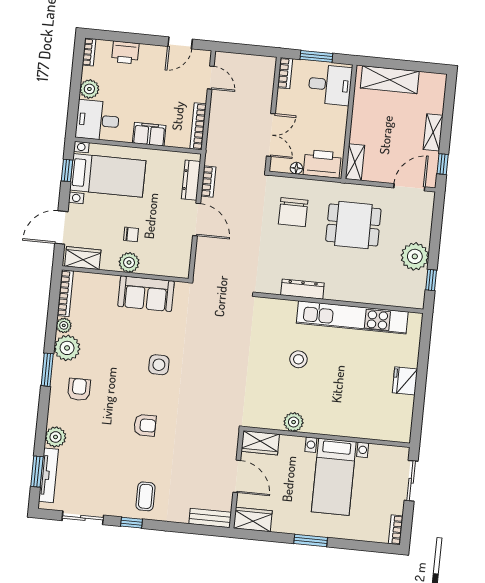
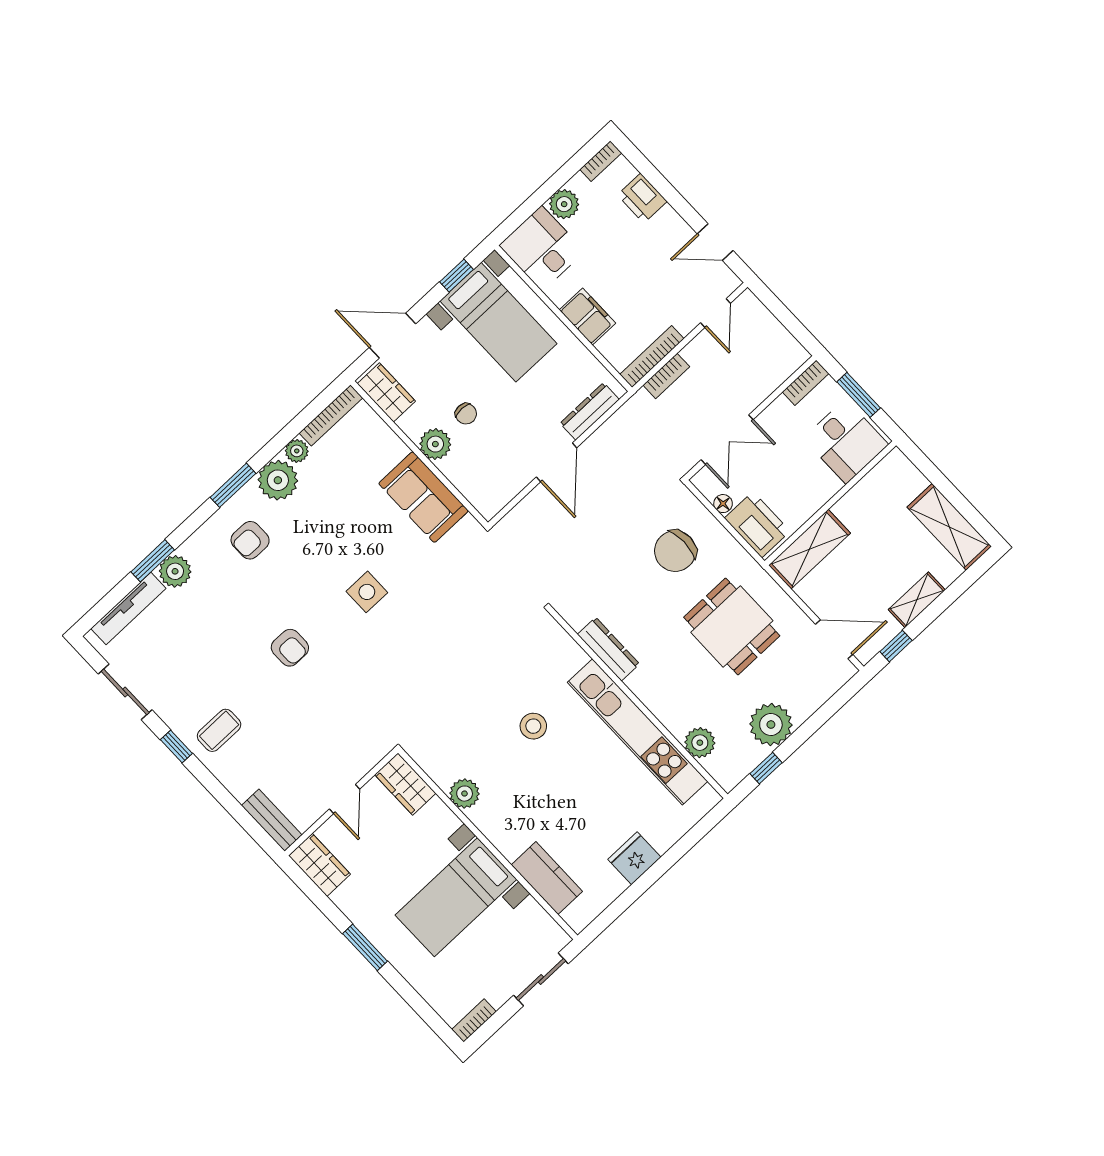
shelving: (390, 80) -> (949, 527), moved
shelving: (355, 162) -> (809, 549), width x1.50, depth x1.33
bookcase: (208, 181) -> (666, 376), moved
plant: (388, 296) -> (700, 743), added
armchair: (79, 389) -> (250, 540), turned 180
kitchen counter: (370, 428) -> (547, 878), added
window: (37, 472) -> (153, 561), moved
door: (237, 476) -> (345, 799), width x0.73

